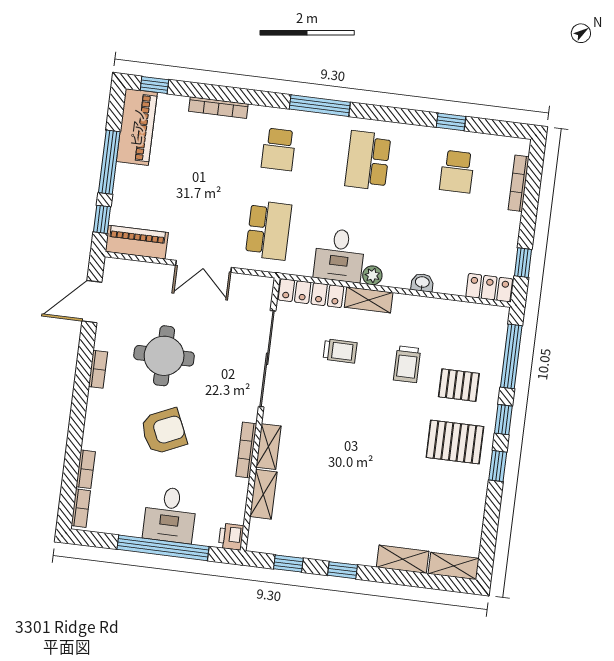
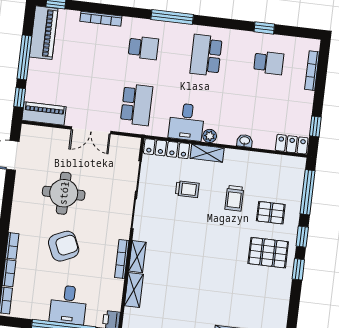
school desk: (279, 149) -> (143, 48), turned -90
school desk: (457, 172) -> (269, 63), turned -90
bookcase: (98, 369) -> (12, 246), moved

